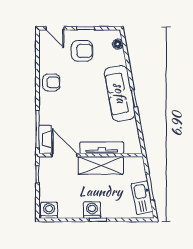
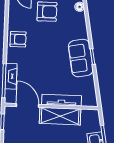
sofa: (120, 93) -> (81, 58), width x0.73
fireplace: (45, 139) -> (11, 76), moved

